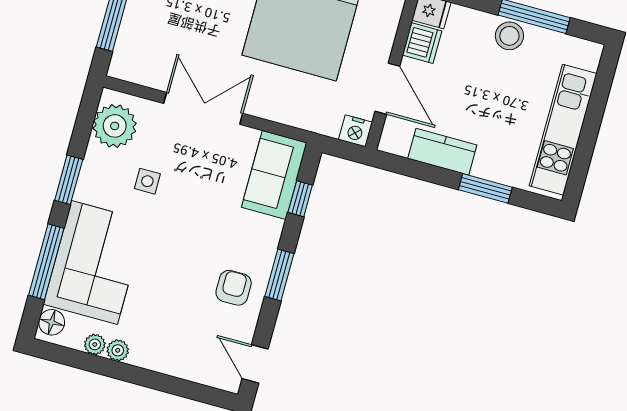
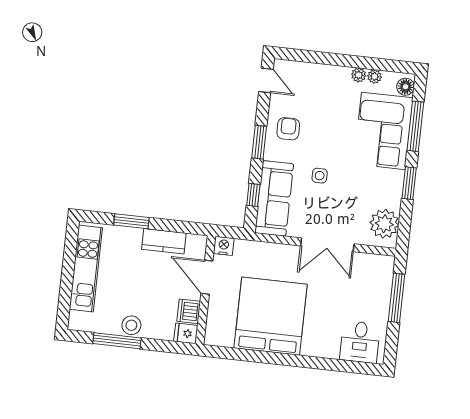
sofa: (274, 175) -> (274, 198), width x1.36
side table: (147, 181) -> (320, 176), moved
armchair: (234, 288) -> (288, 129), turned 180

